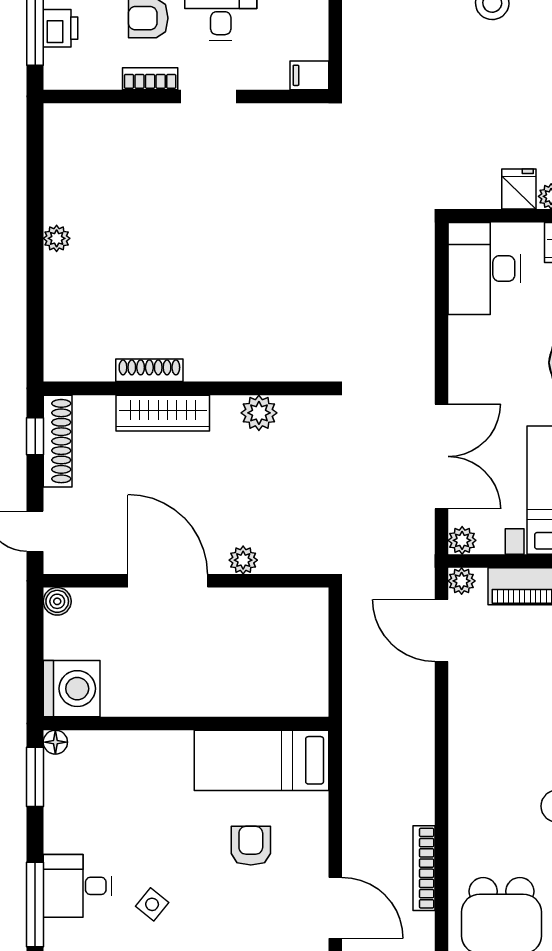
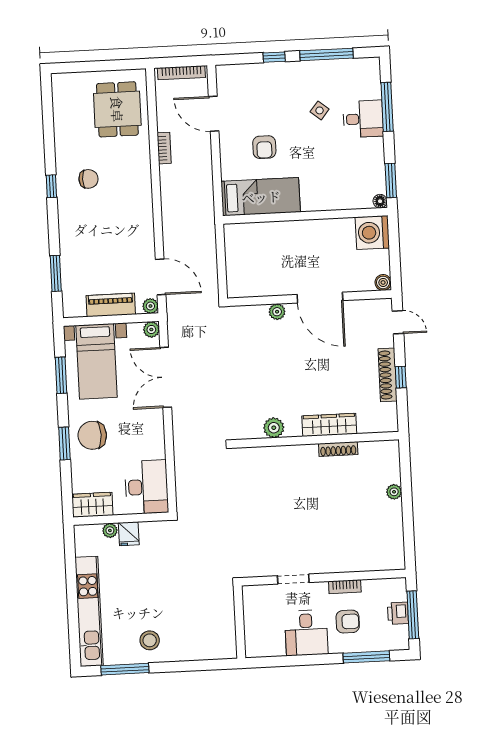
filing cabinet: (309, 75) -> (253, 593), removed
doorway: (209, 96) -> (293, 579), moved
shoe rack: (149, 370) -> (338, 449), moved
wall: (186, 388) -> (317, 440), moved
wardrobe: (163, 413) -> (329, 425), moved
plant: (259, 413) -> (274, 428), moved
bookcase: (424, 868) -> (164, 148), width x0.64

